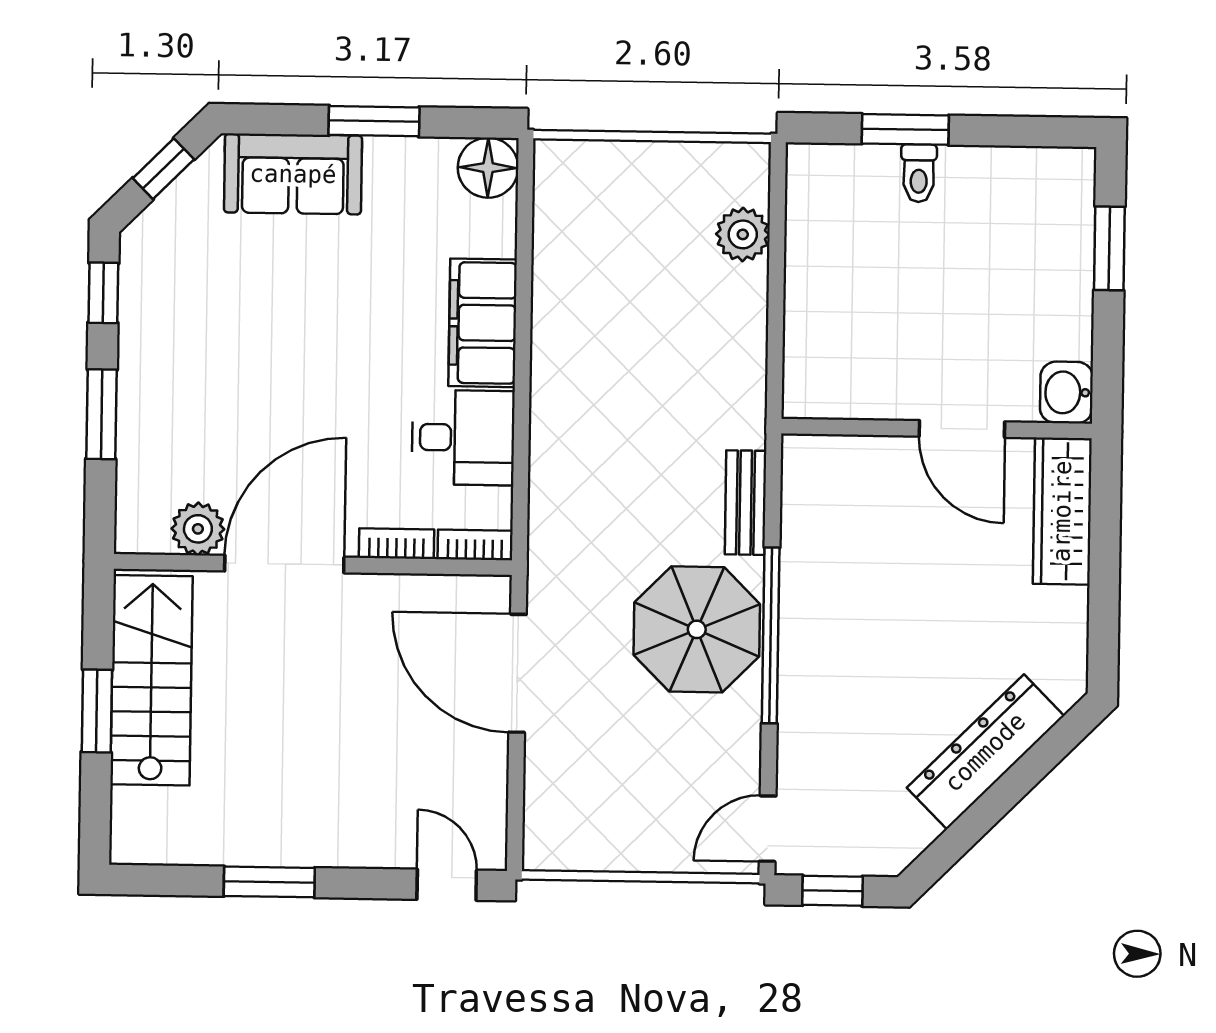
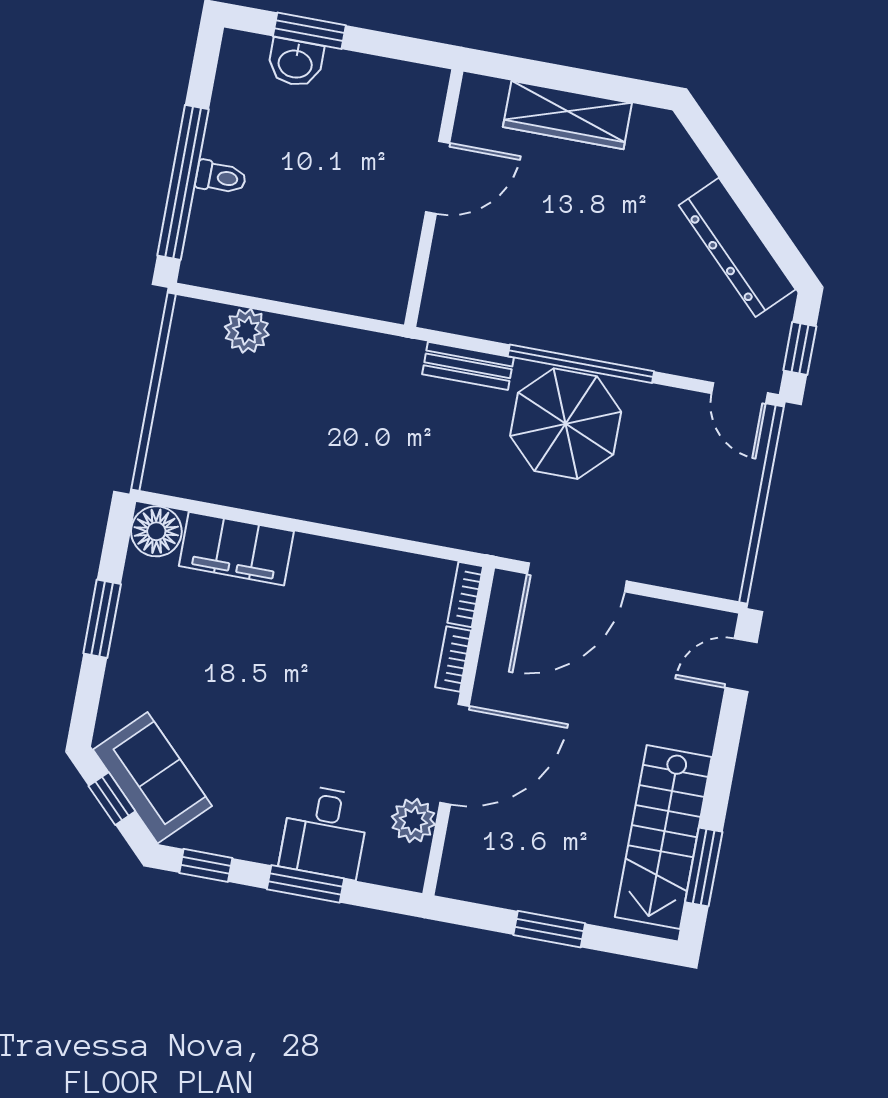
window: (905, 129) -> (183, 182), width x2.11
sofa: (293, 174) -> (152, 778), moved, turned -45
filing cabinet: (483, 323) -> (236, 549), moved
washbasin: (1066, 392) -> (295, 63), moved
desk: (463, 438) -> (325, 832), moved, turned 180
wardrobe: (1062, 511) -> (567, 115), moved
door: (284, 564) -> (454, 754), swing flipped
stairs: (151, 680) -> (663, 837), moved, turned -90
dresser: (985, 752) -> (737, 247), moved
window: (269, 882) -> (704, 867), moved

